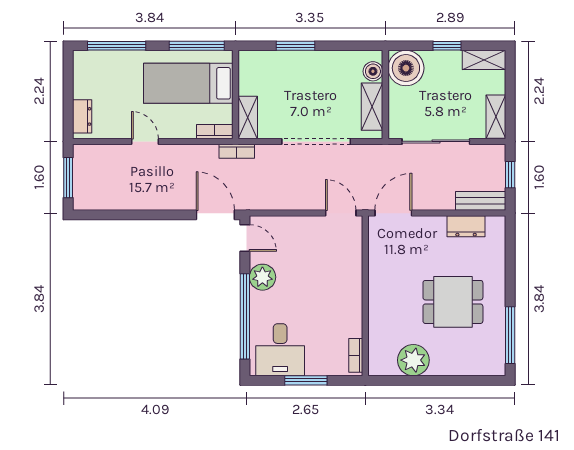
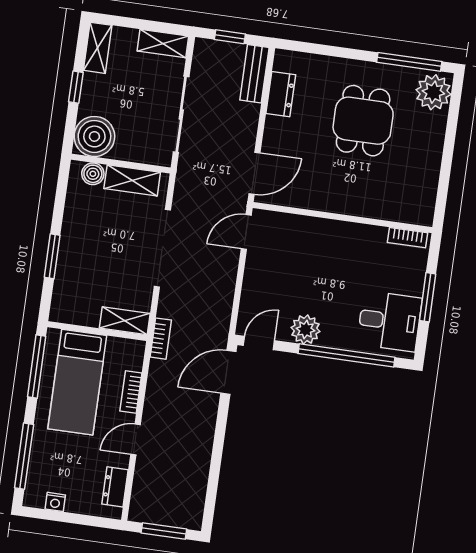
nightstand: (80, 79) -> (55, 502), added
dresser: (82, 116) -> (115, 487), moved, turned -90
bookcase: (215, 132) -> (131, 392), moved
door: (393, 213) -> (254, 173), swing flipped
plant: (413, 360) -> (433, 92), moved

